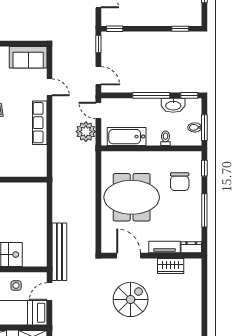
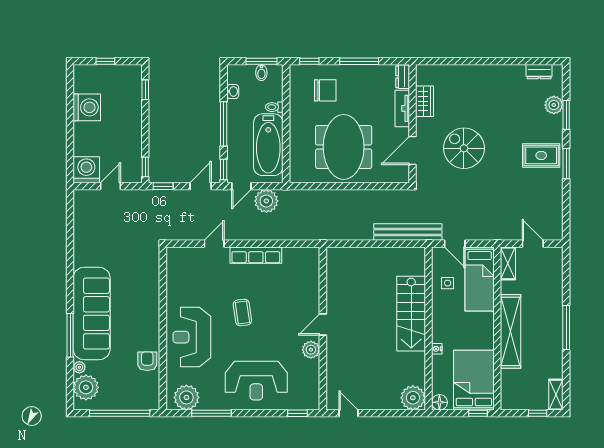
sofa: (28, 57) -> (179, 269), removed
window: (189, 95) -> (224, 169), moved
washbasin: (173, 105) -> (233, 91), width x0.52, depth x0.69
bathtub: (127, 137) -> (268, 145), width x1.36, depth x1.36

